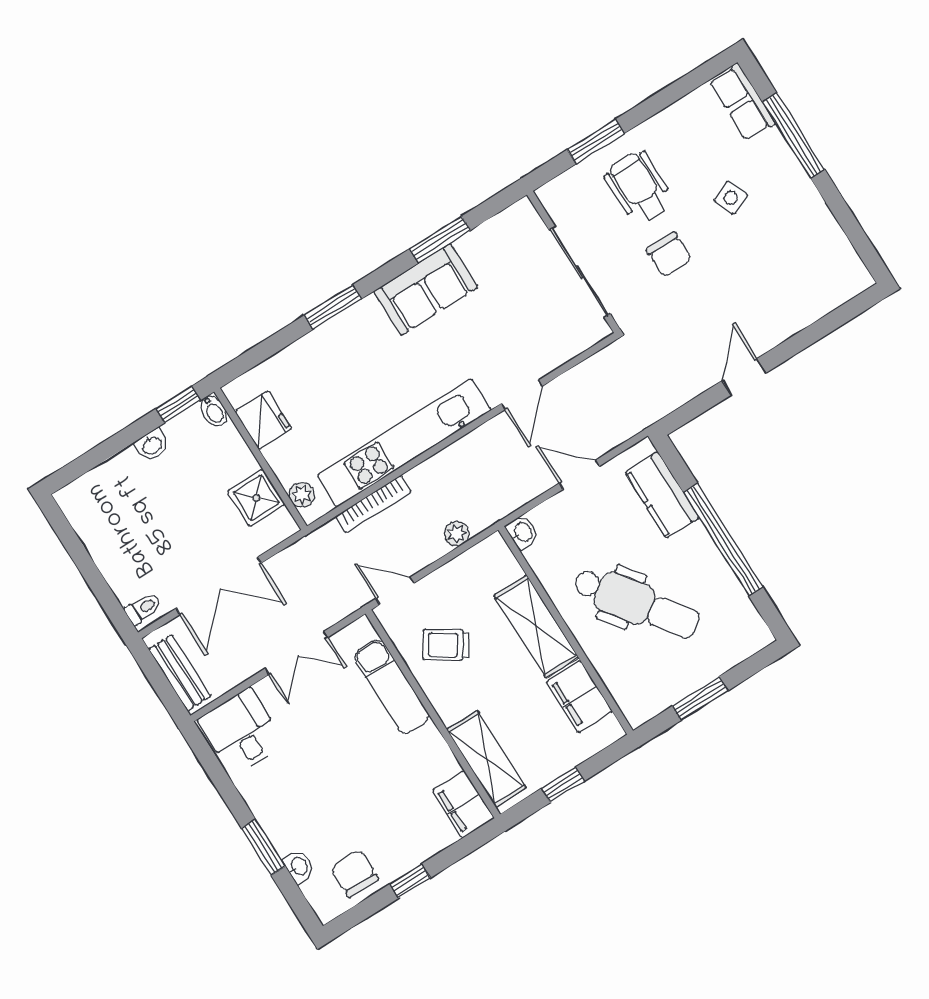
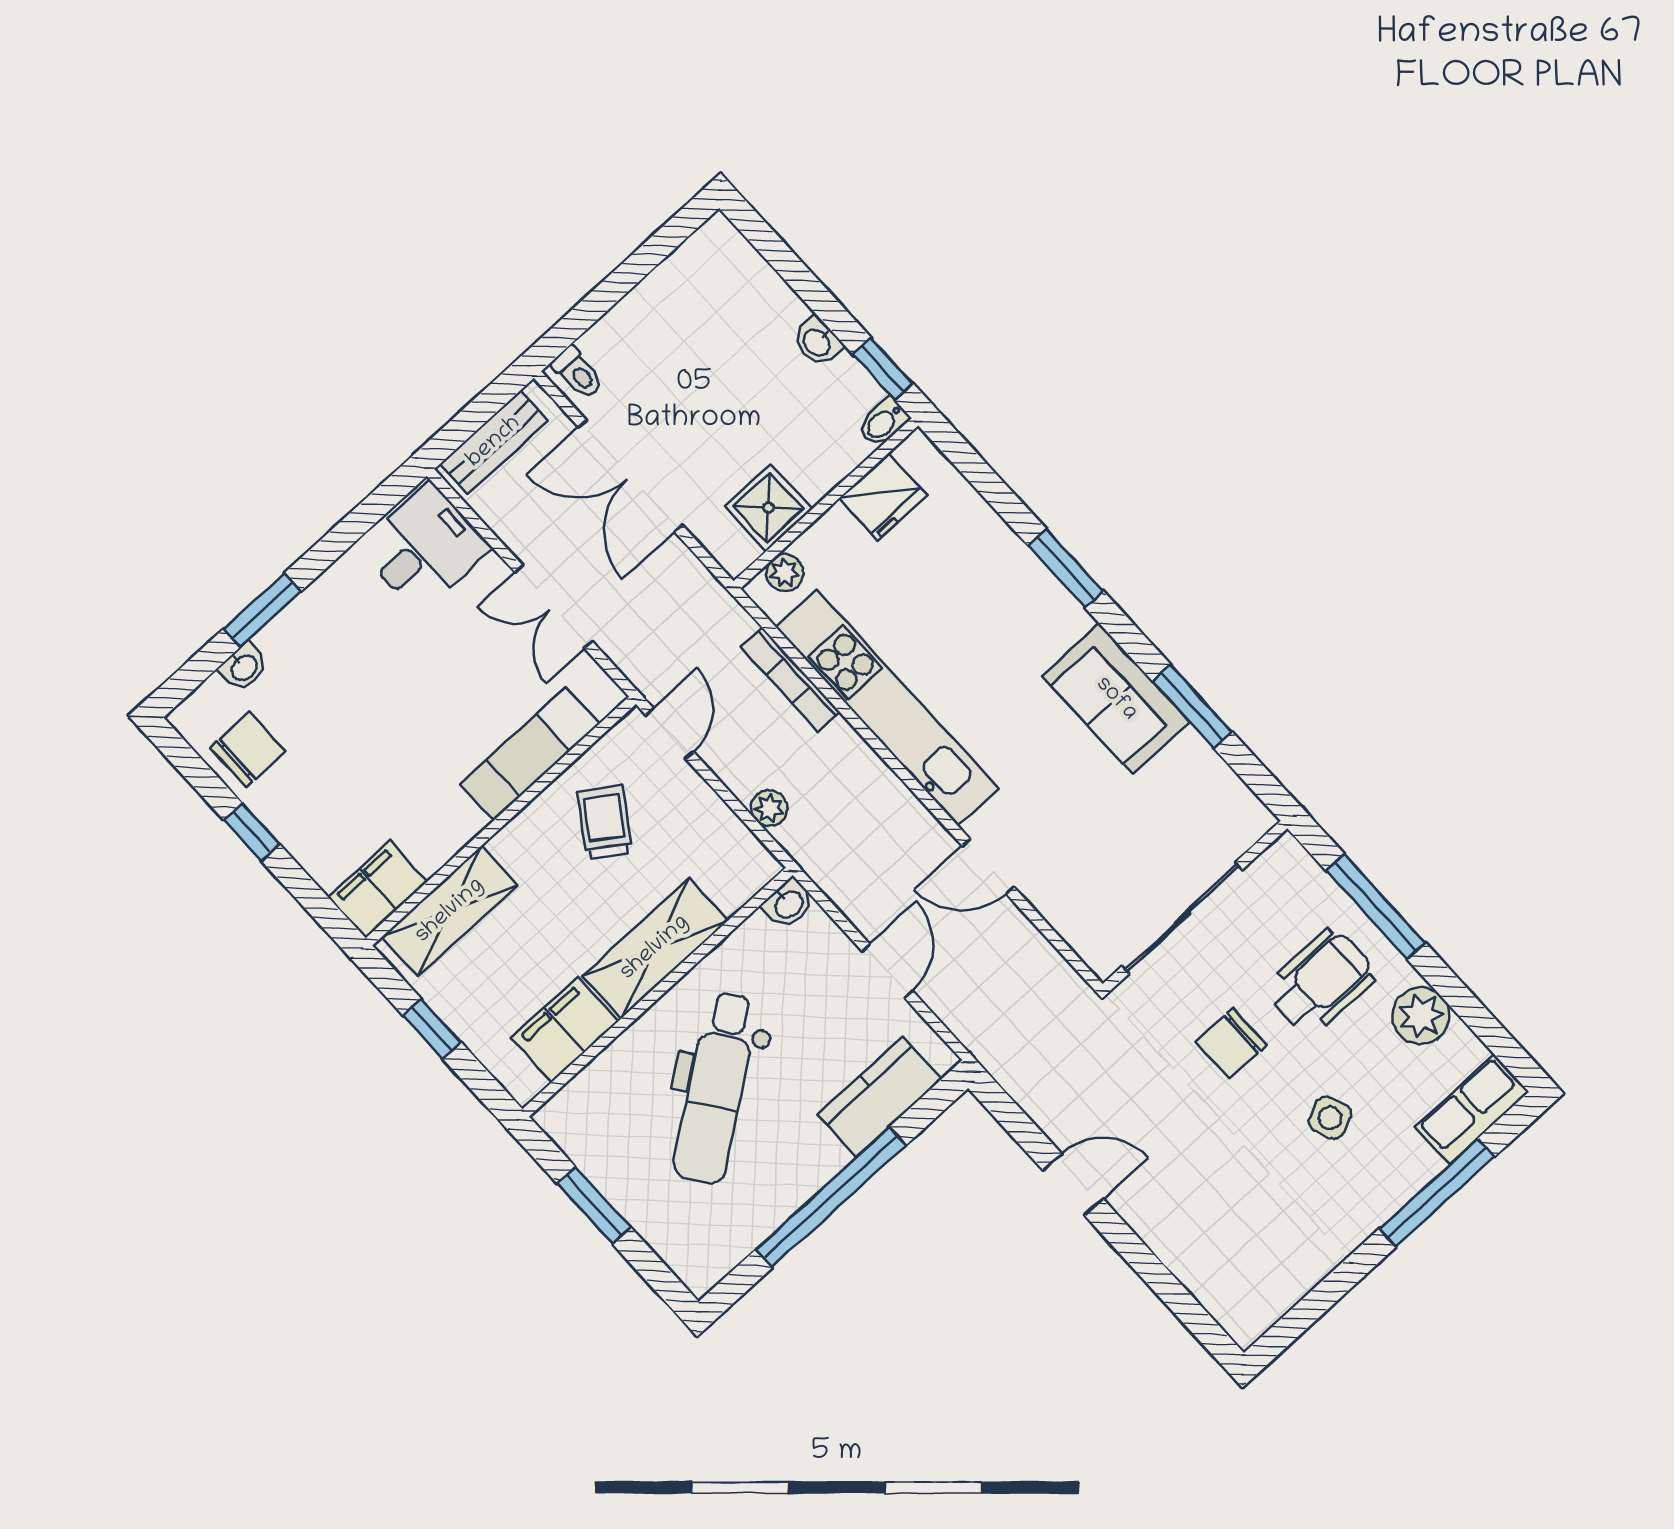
plant: (674, 125) -> (1421, 1016), added
window: (596, 142) -> (1376, 907), width x1.44

